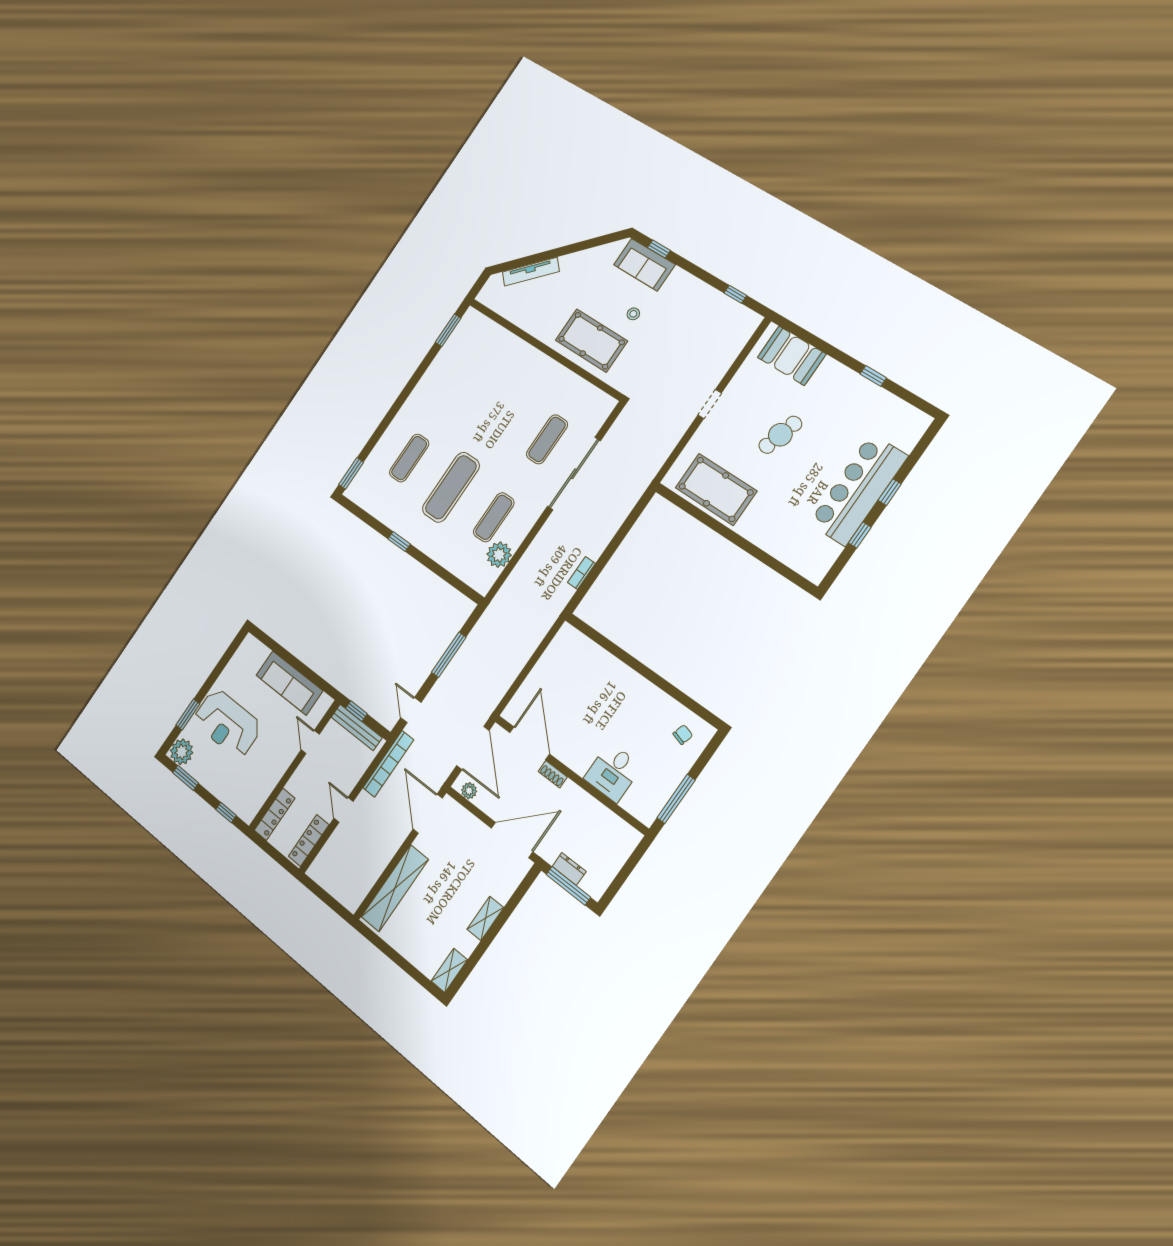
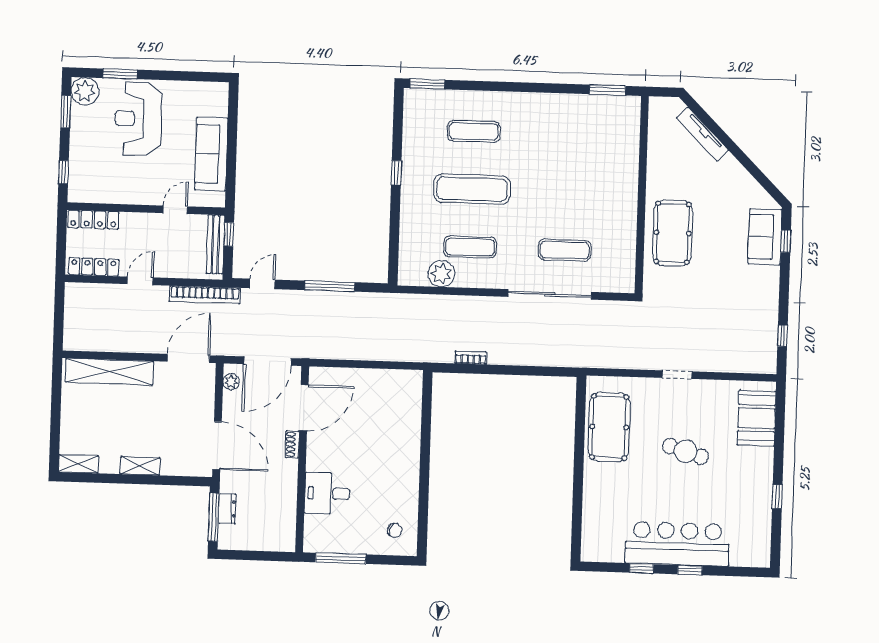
stool: (633, 314) -> (717, 256), removed

